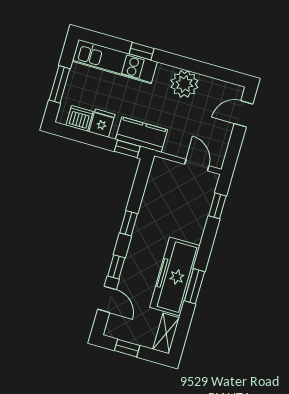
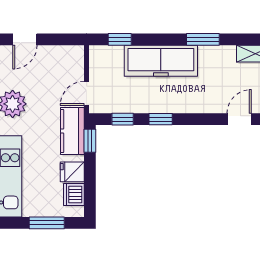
door: (244, 114) -> (25, 39), hinge flipped
door: (197, 165) -> (87, 93), moved
window: (116, 267) -> (123, 119), moved
freezer: (175, 276) -> (161, 61), moved

